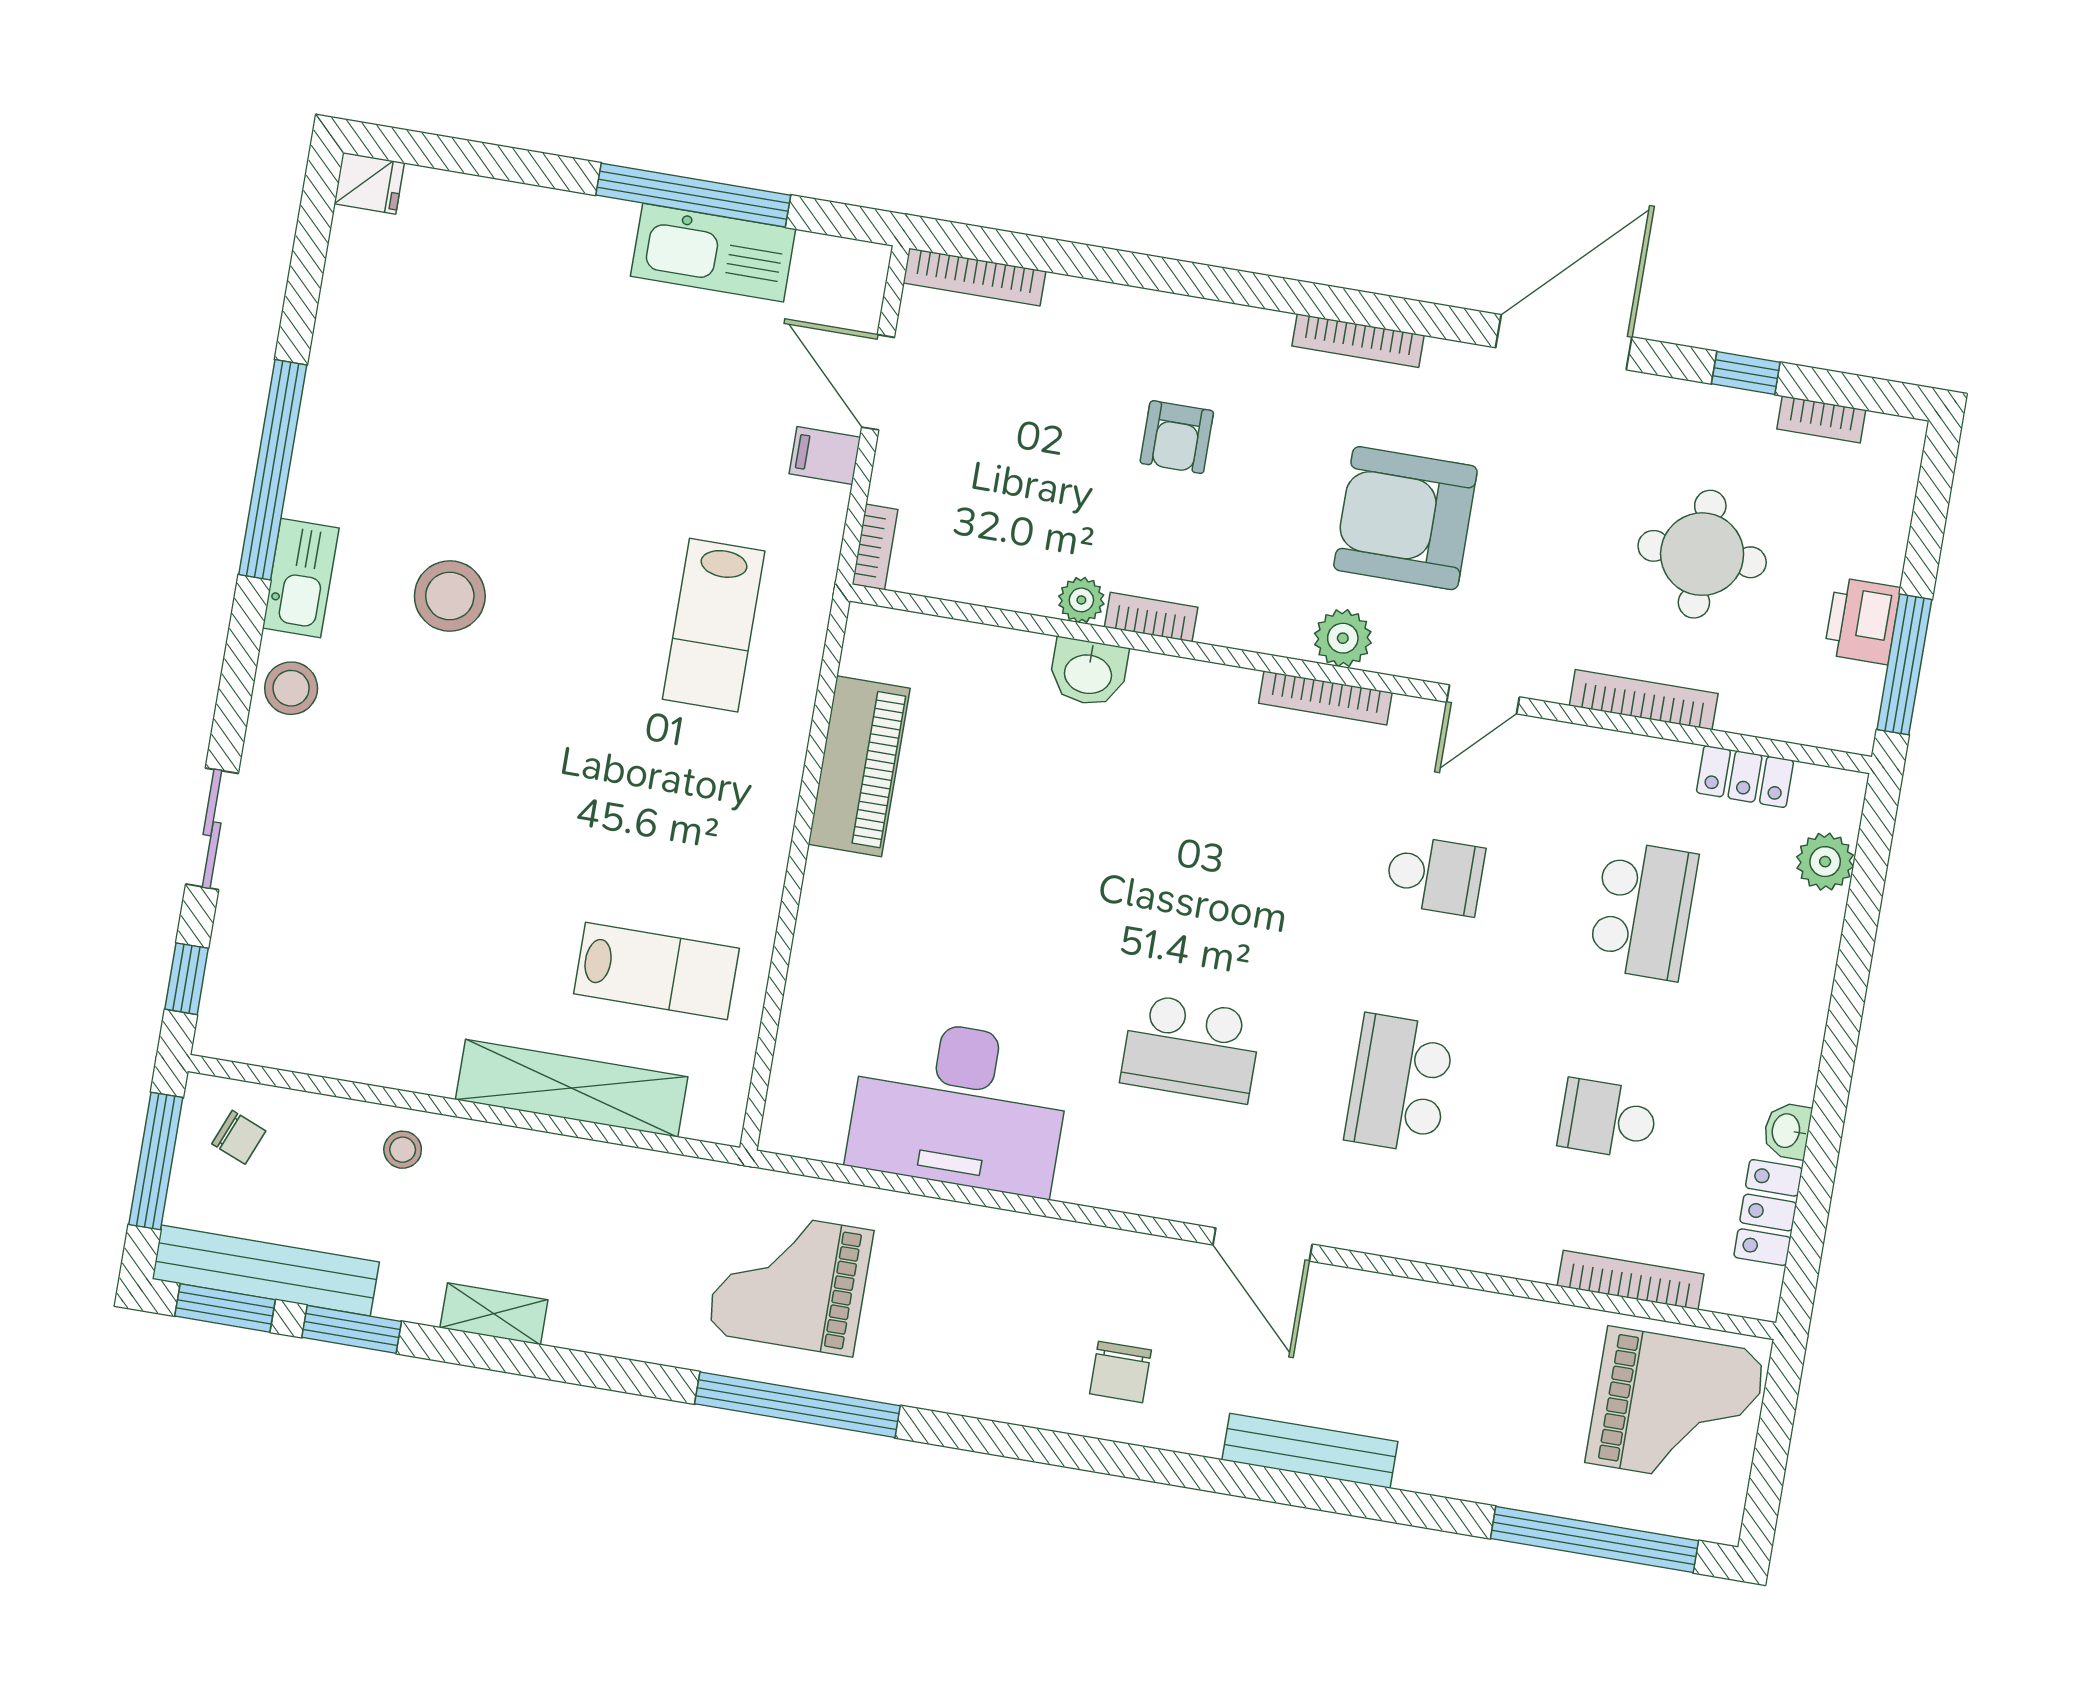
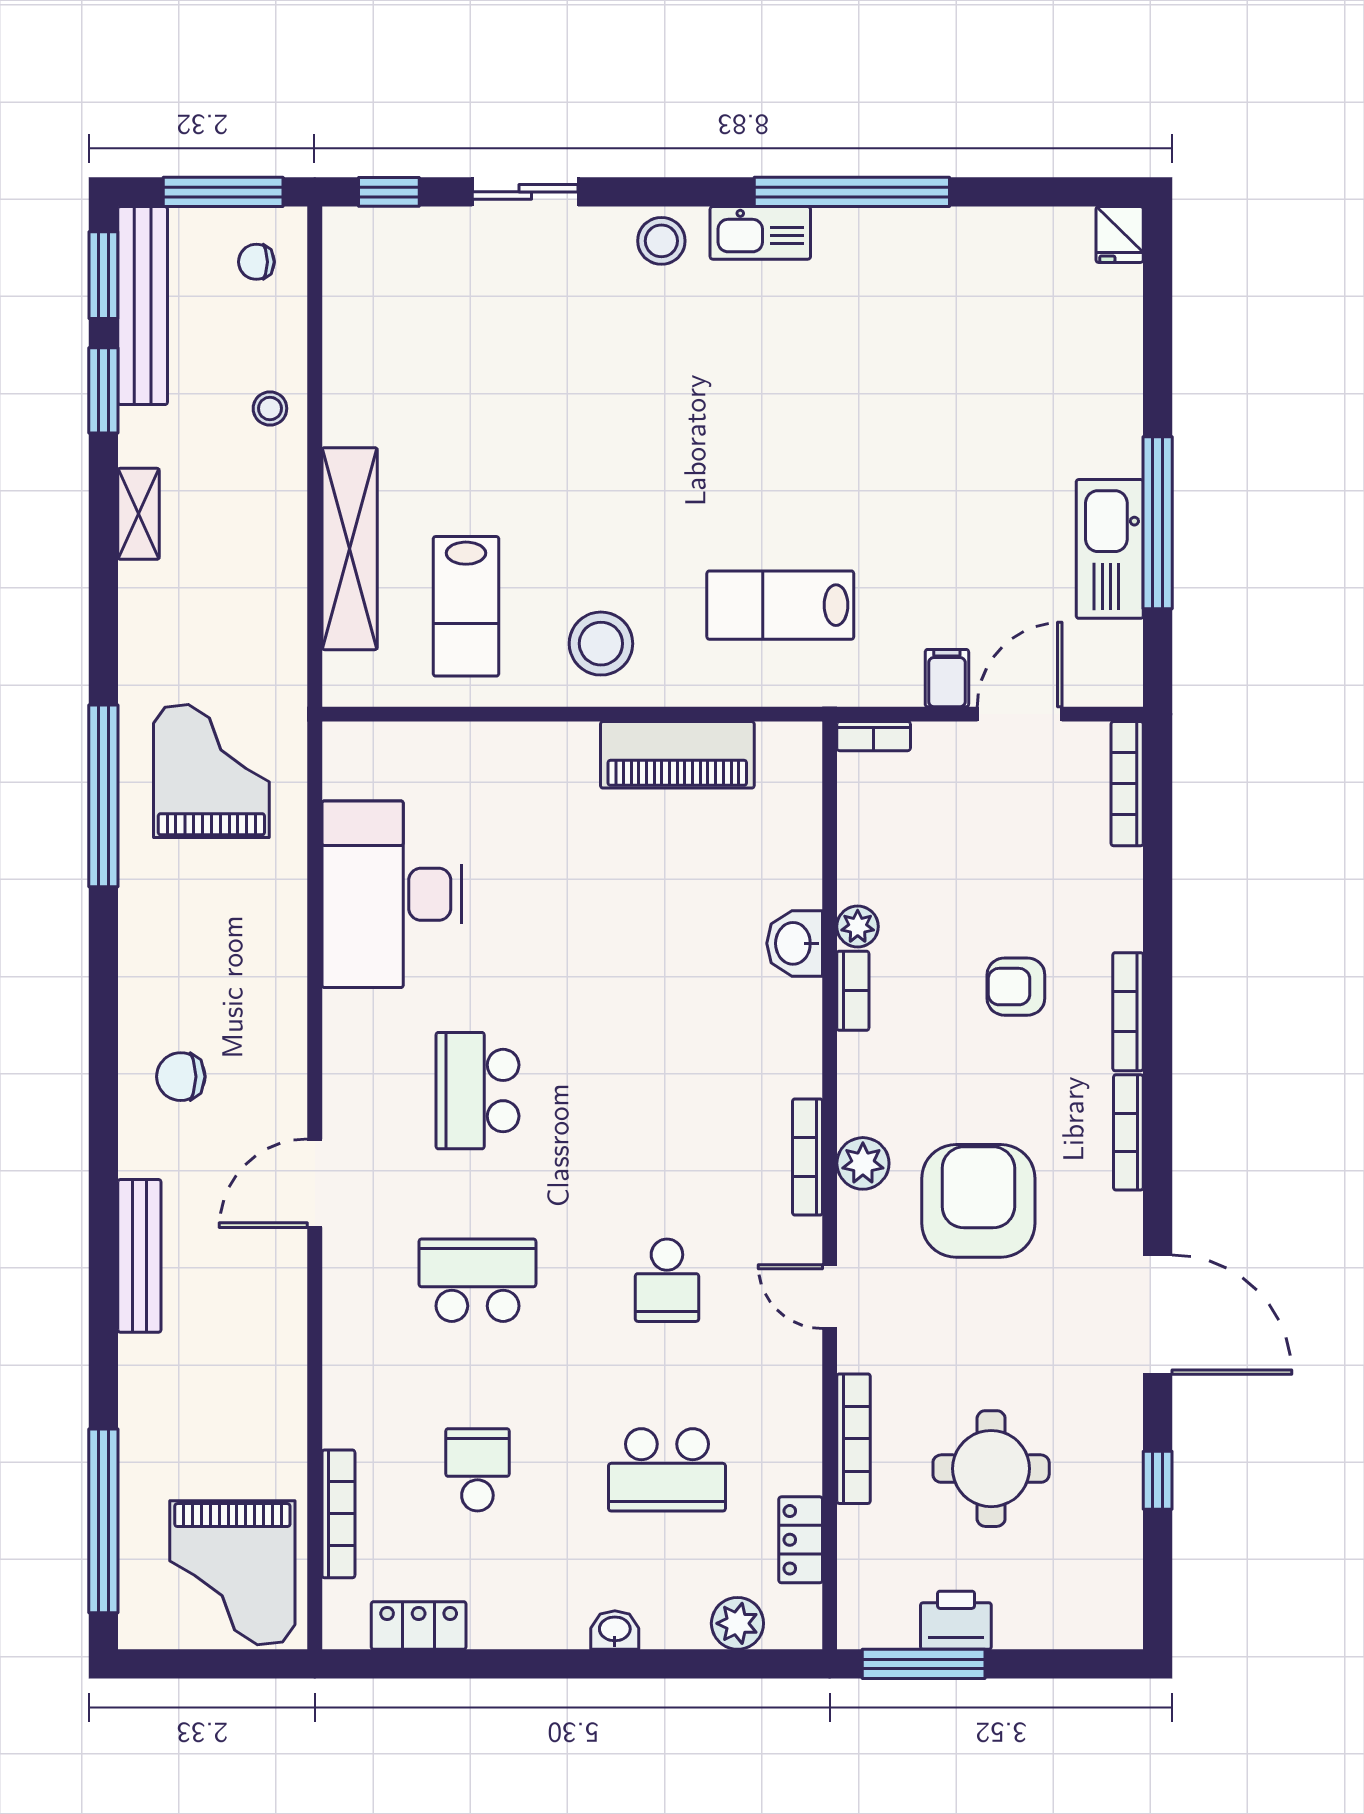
bookcase: (1821, 419) -> (1128, 1012), moved, width x1.56
stool: (450, 596) -> (601, 644), moved
washbasin: (1787, 1131) -> (615, 1630), moved
chair: (239, 1137) -> (256, 262), turned 68

